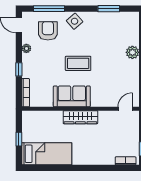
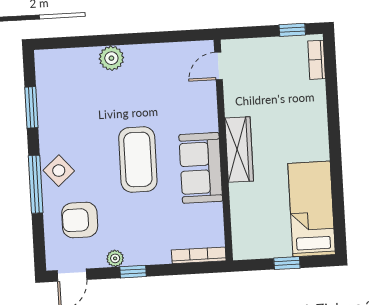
window: (49, 9) -> (36, 184), moved
coffee table: (78, 63) -> (138, 159), width x1.36, depth x1.32
window: (19, 69) -> (133, 272), moved
door: (125, 109) -> (219, 66), hinge flipped

